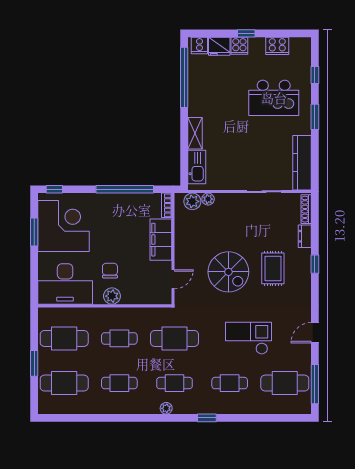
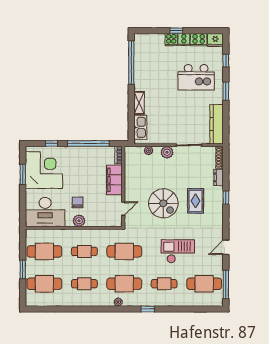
cooker: (199, 46) -> (184, 39), moved
fridge: (219, 46) -> (215, 40), moved
window: (54, 189) -> (52, 143), moved
plant: (192, 201) -> (167, 152), moved
cafe table: (174, 383) -> (124, 284), width x1.37, depth x1.35

